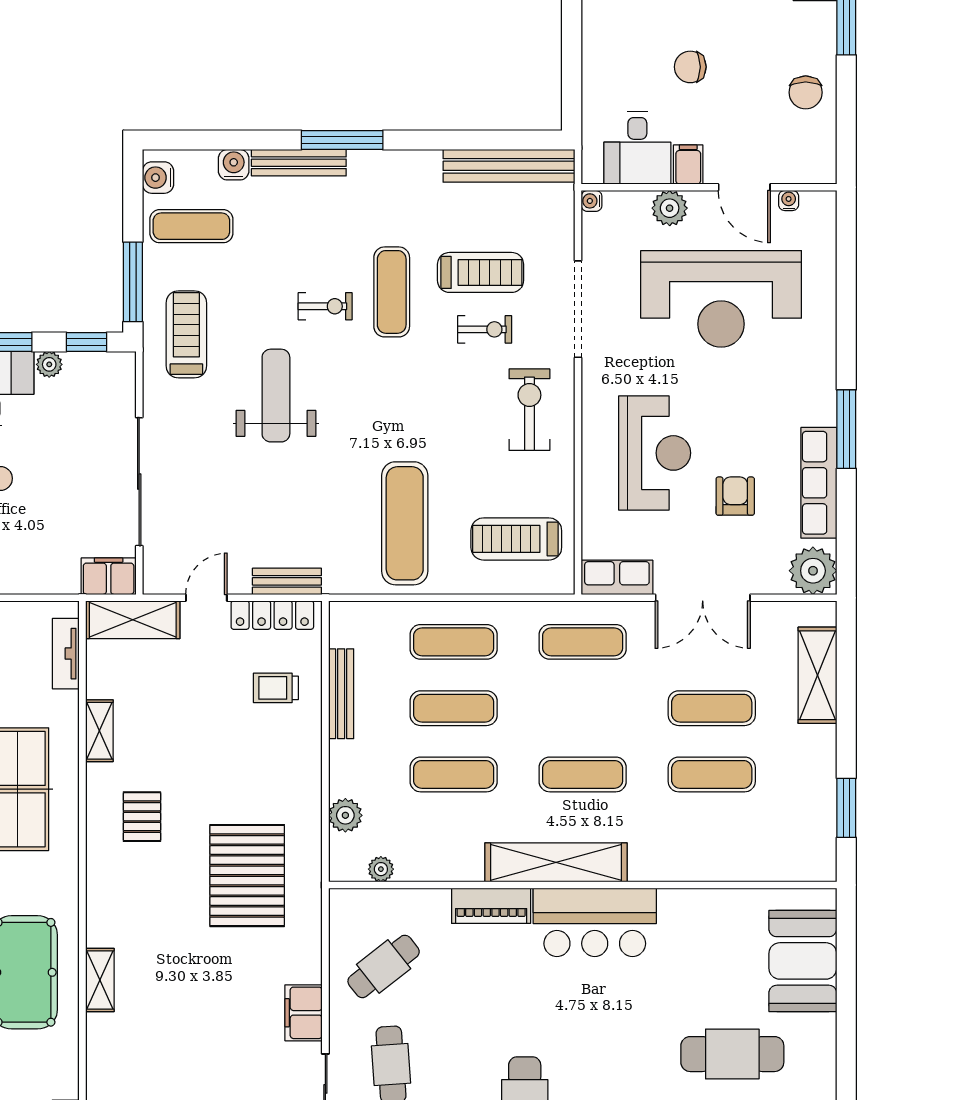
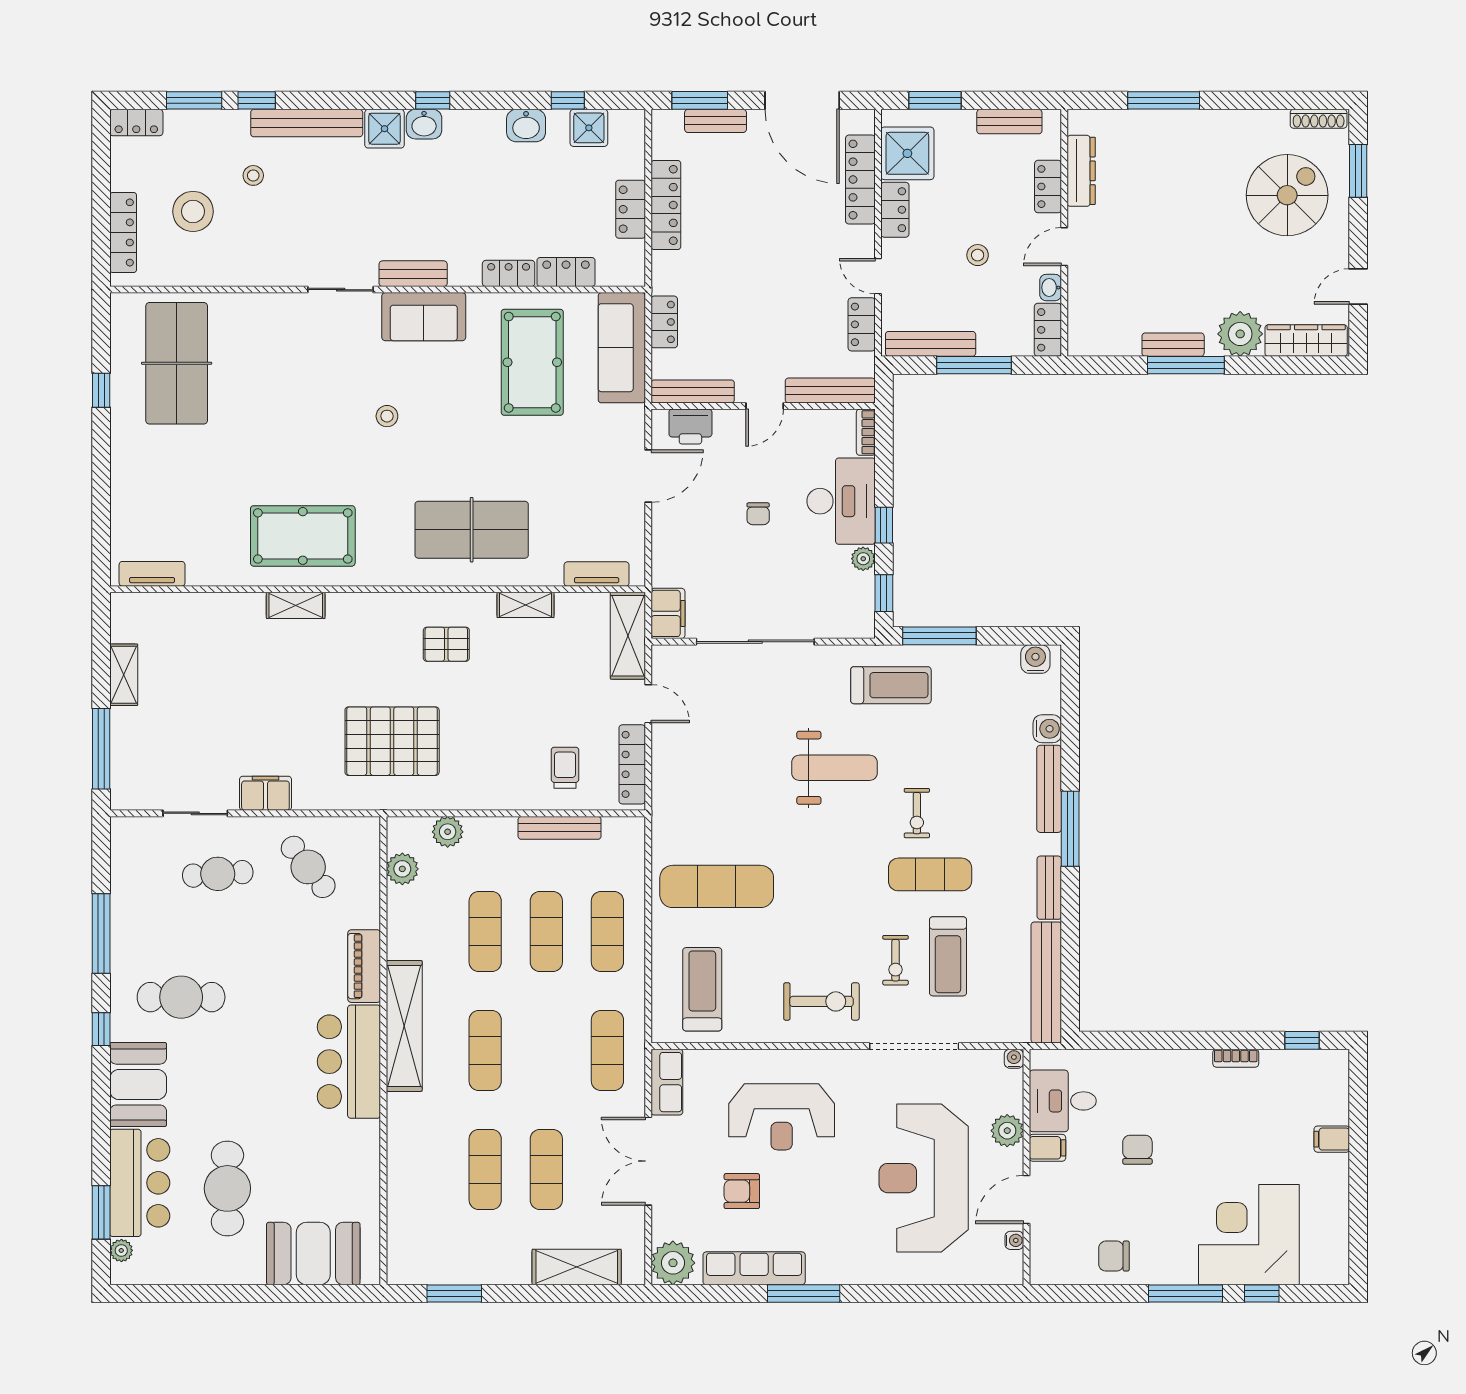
exercise mat: (191, 226) -> (991, 690), removed
armchair: (735, 496) -> (742, 1191), turned 180
bench: (287, 581) -> (1049, 888), moved
plant: (381, 869) -> (402, 869), width x1.38, depth x1.38

